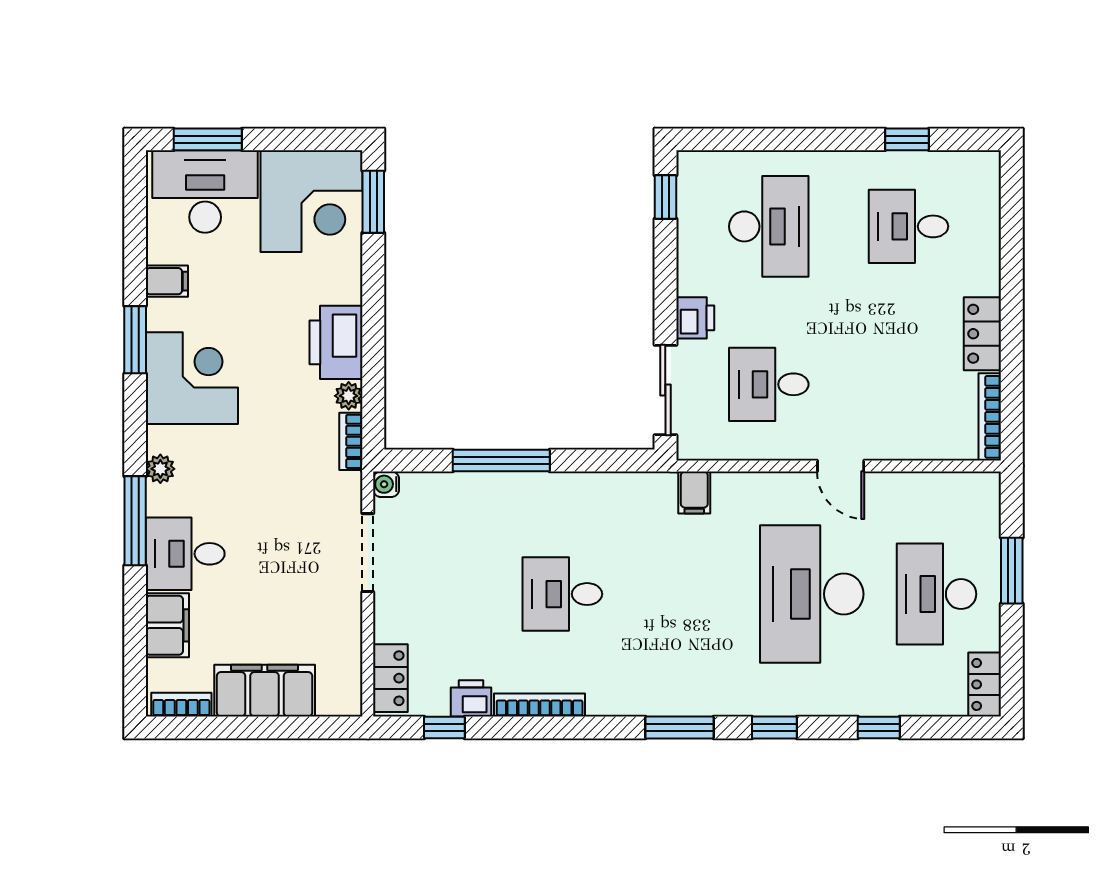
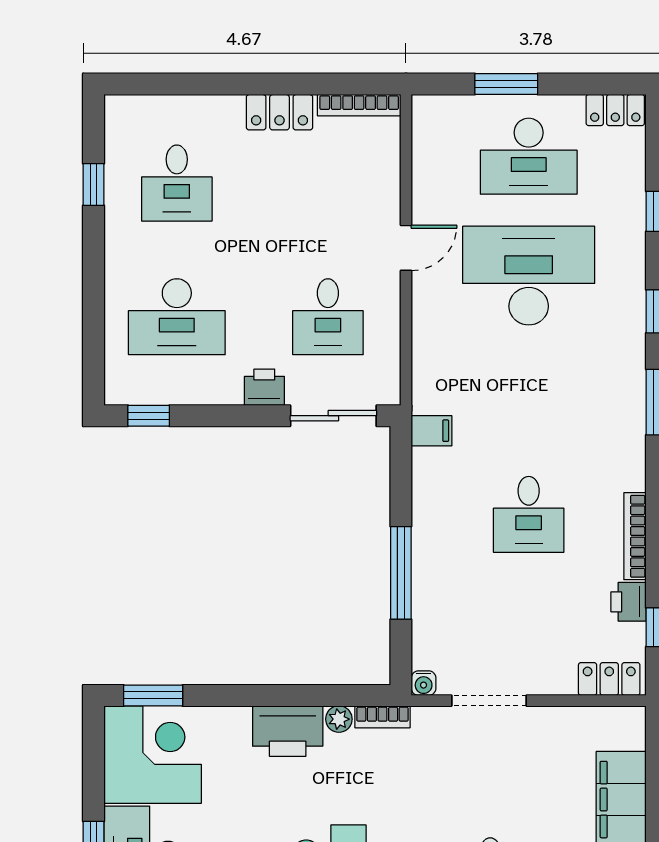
desk: (769, 226) -> (177, 317), turned 180
filing cabinet: (694, 493) -> (431, 431), moved
desk: (812, 594) -> (529, 276), turned 180

